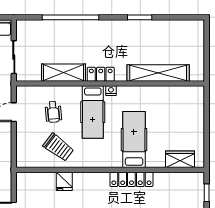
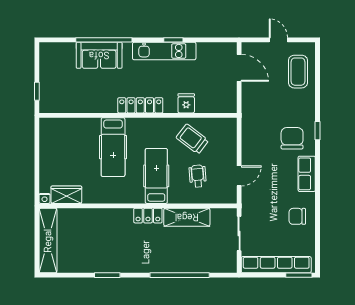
shelving: (158, 73) -> (48, 241), moved, turned 90
nightstand: (111, 91) -> (45, 198), moved
wardrobe: (180, 159) -> (66, 195), moved, turned 180
locker: (131, 179) -> (140, 105), moved

